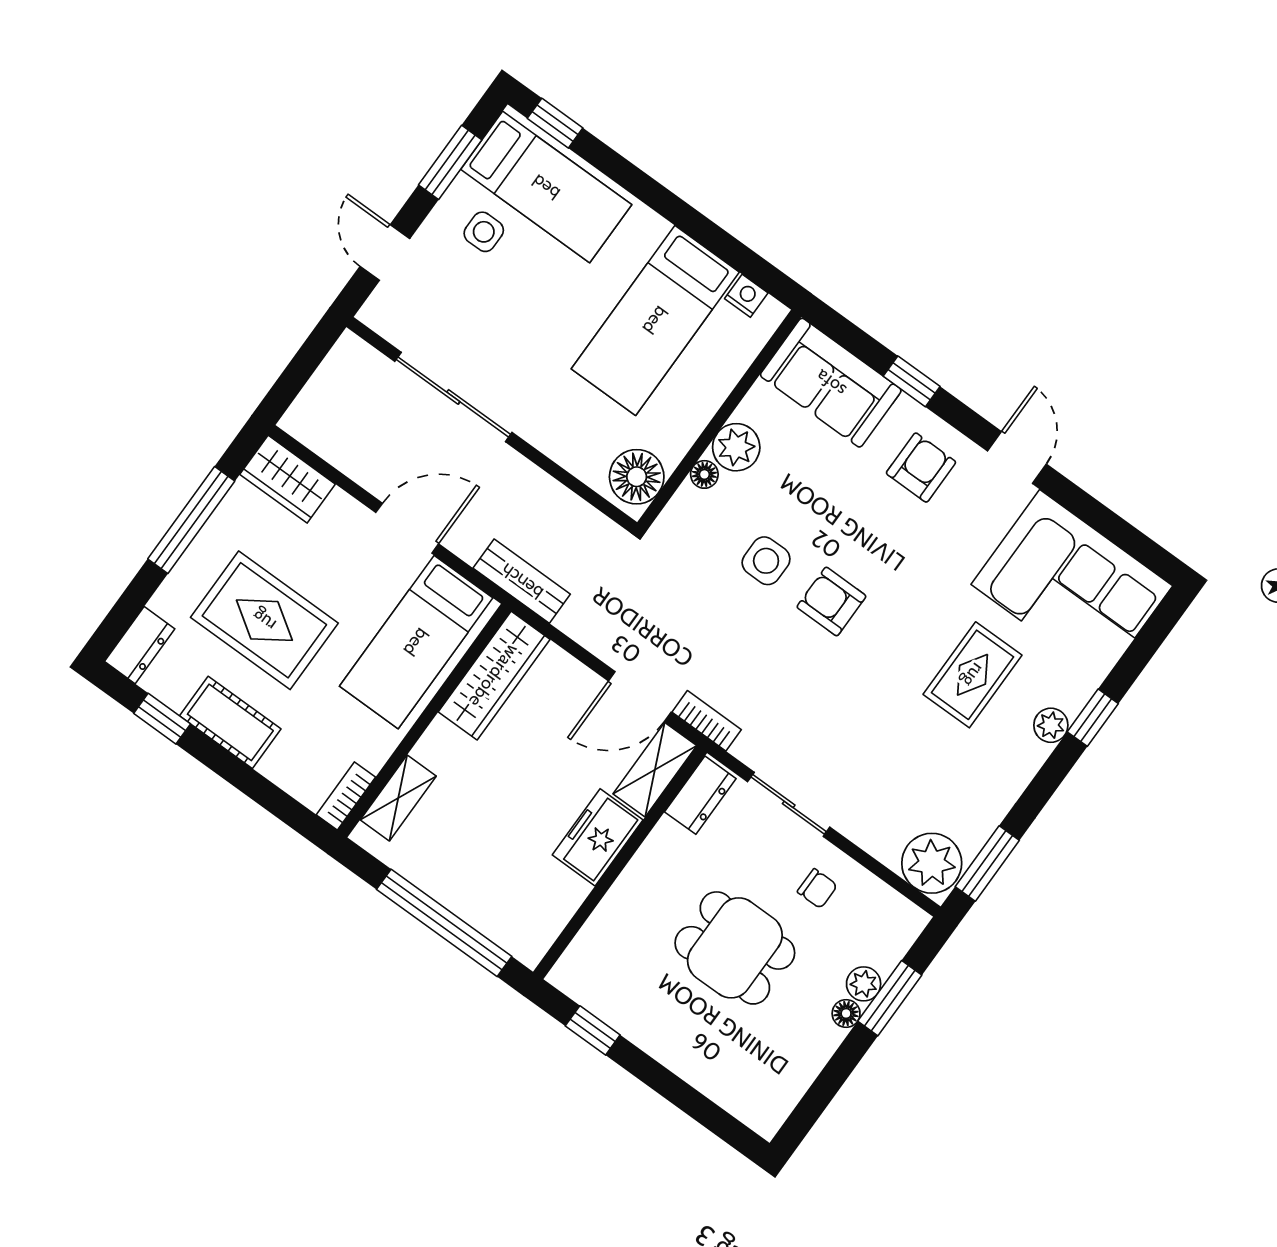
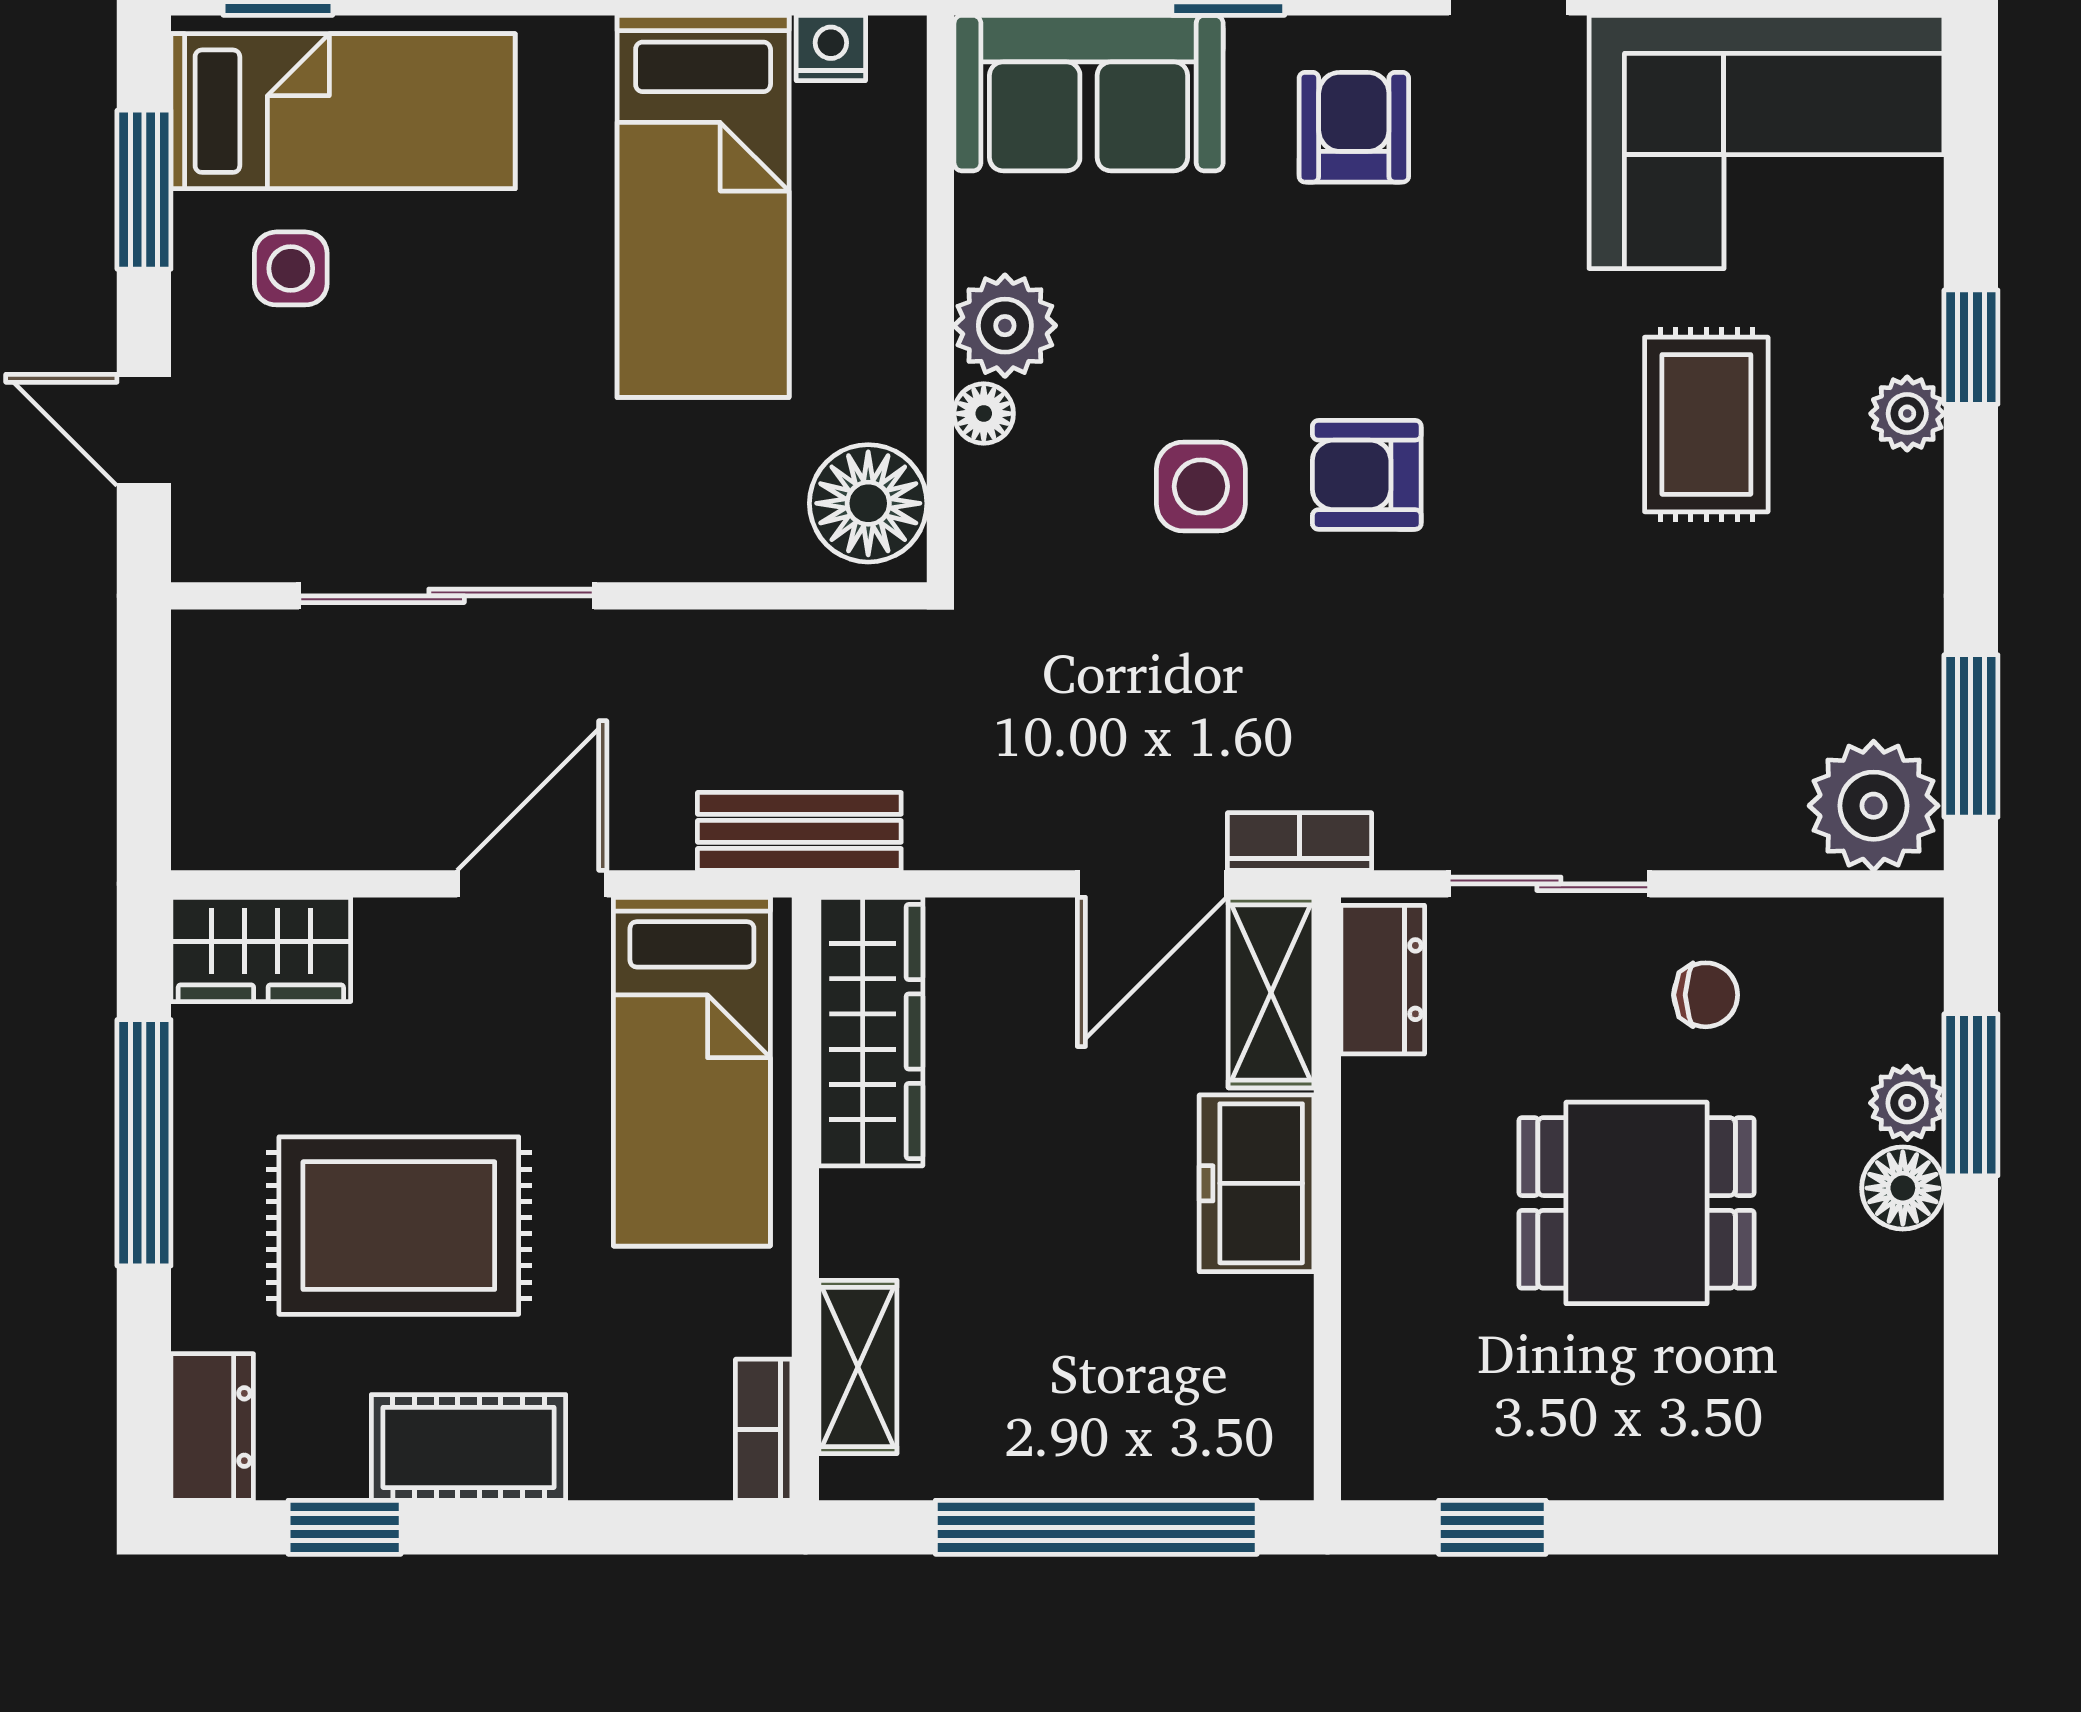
floor lamp: (846, 1013) -> (1903, 1188), width x1.37, depth x1.37

